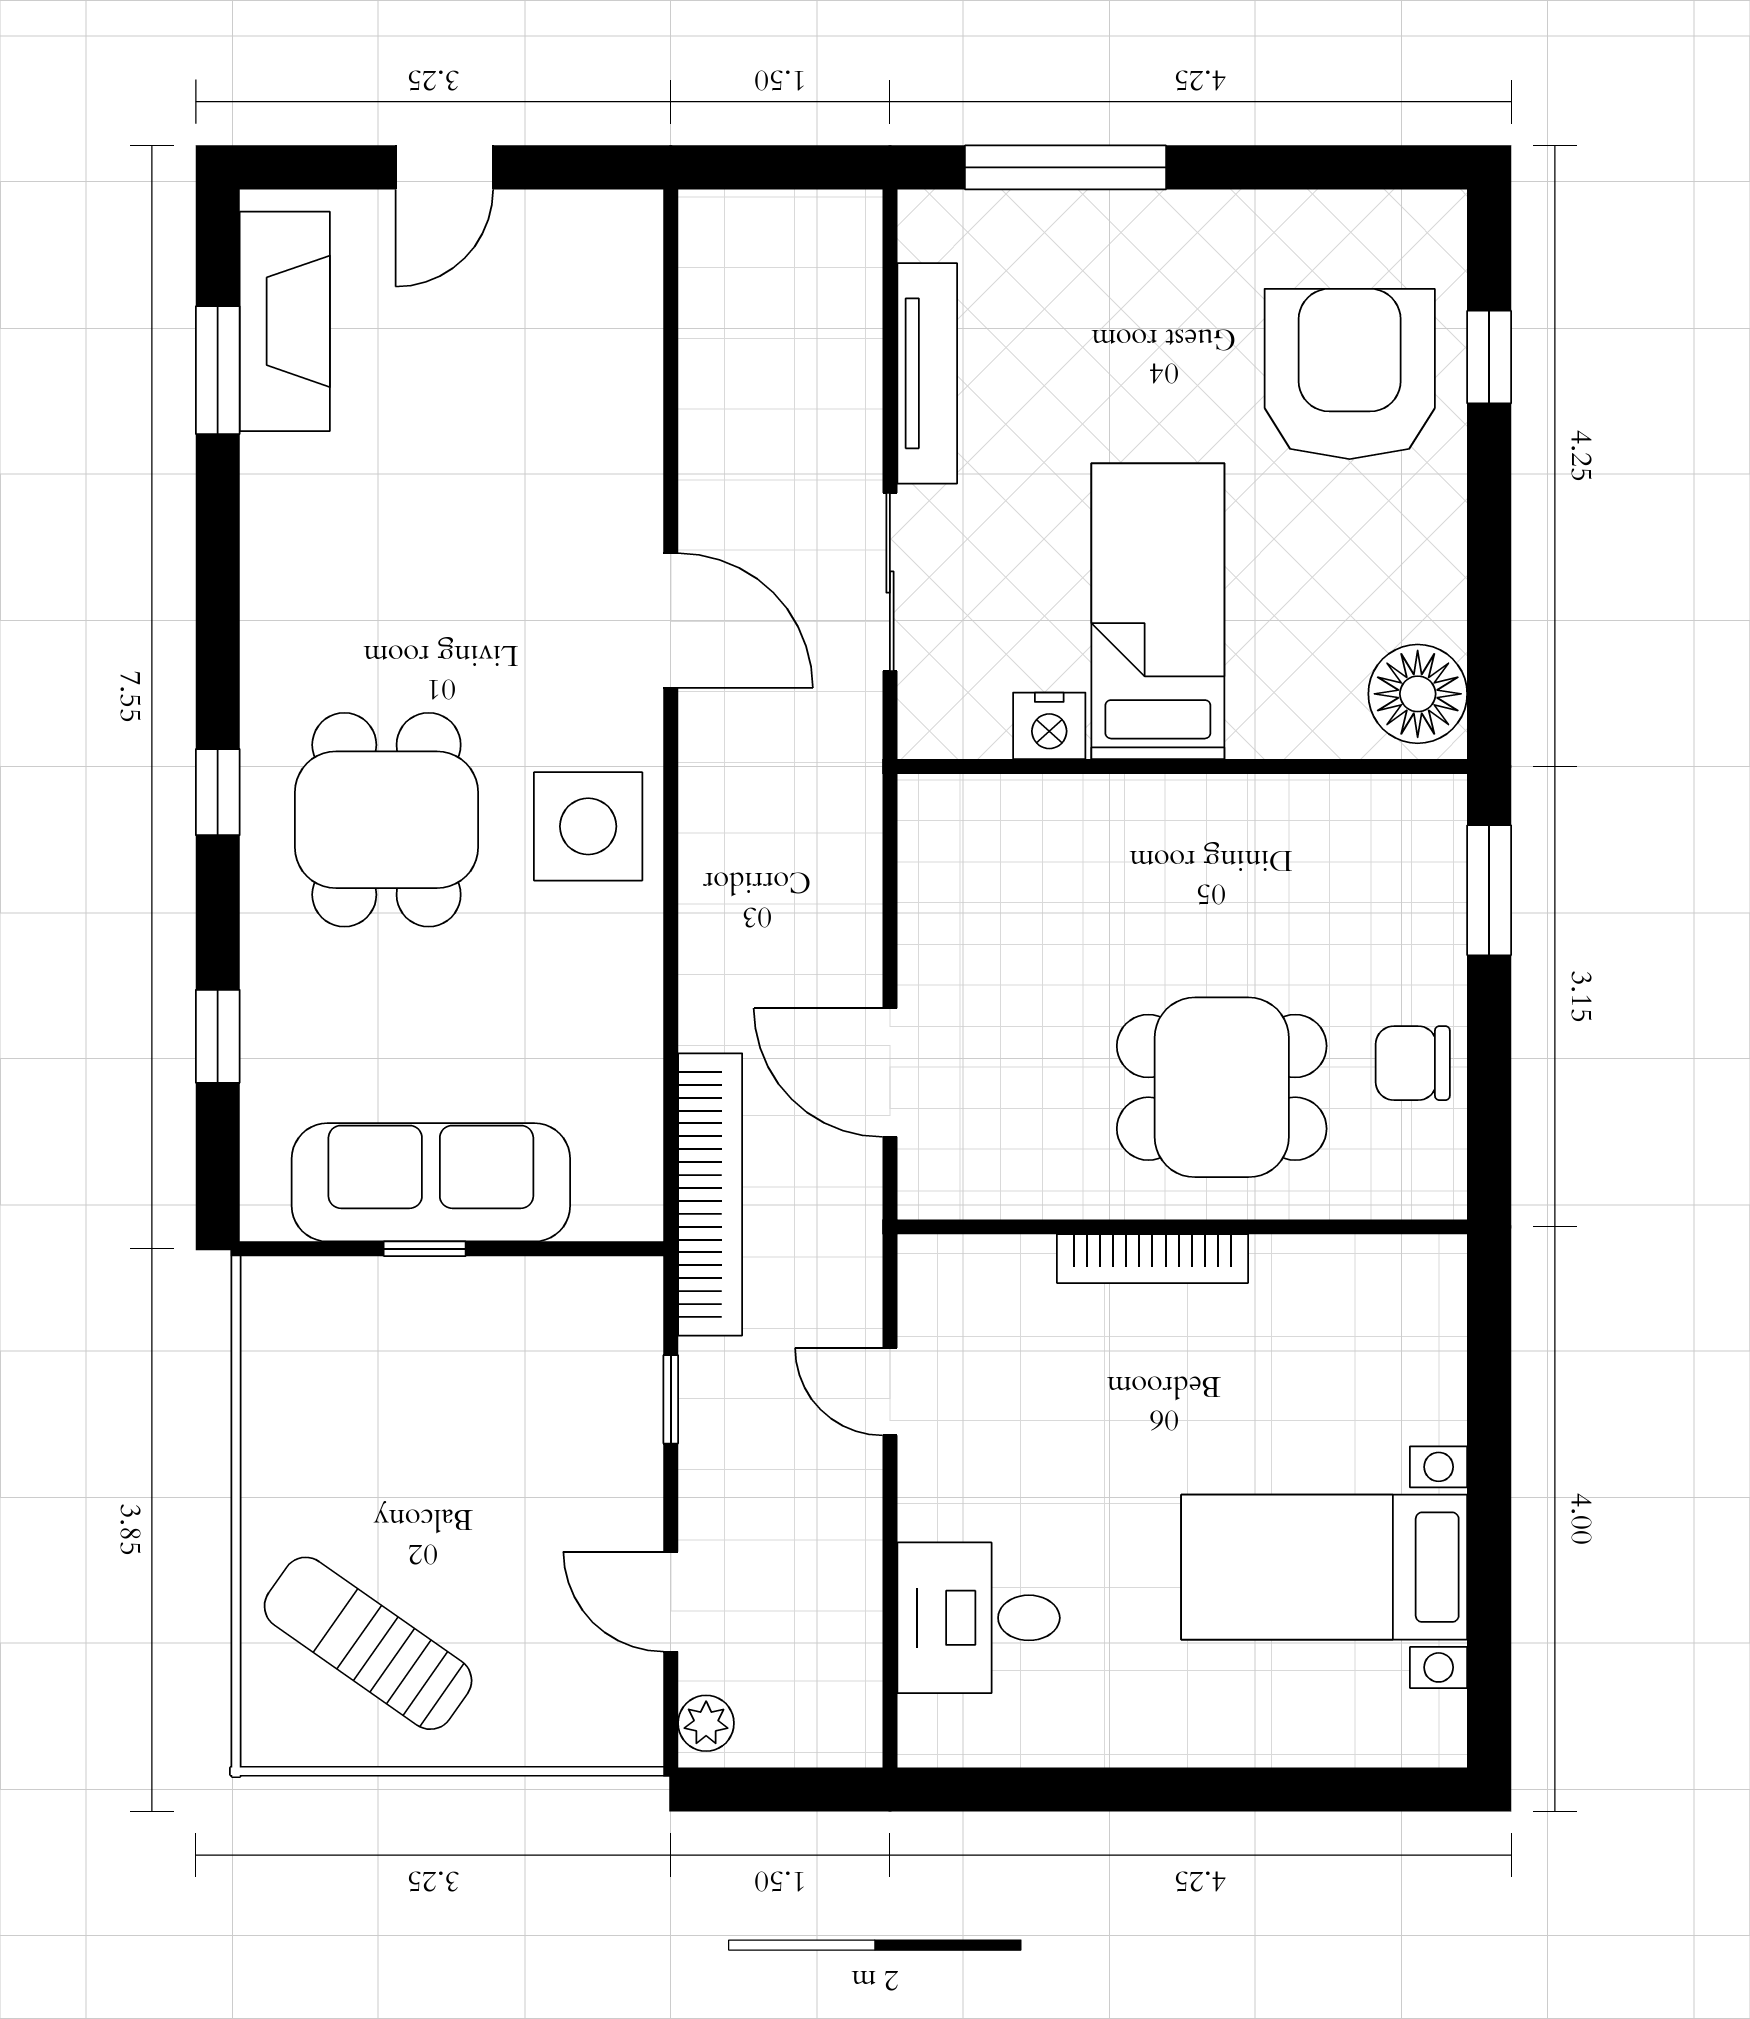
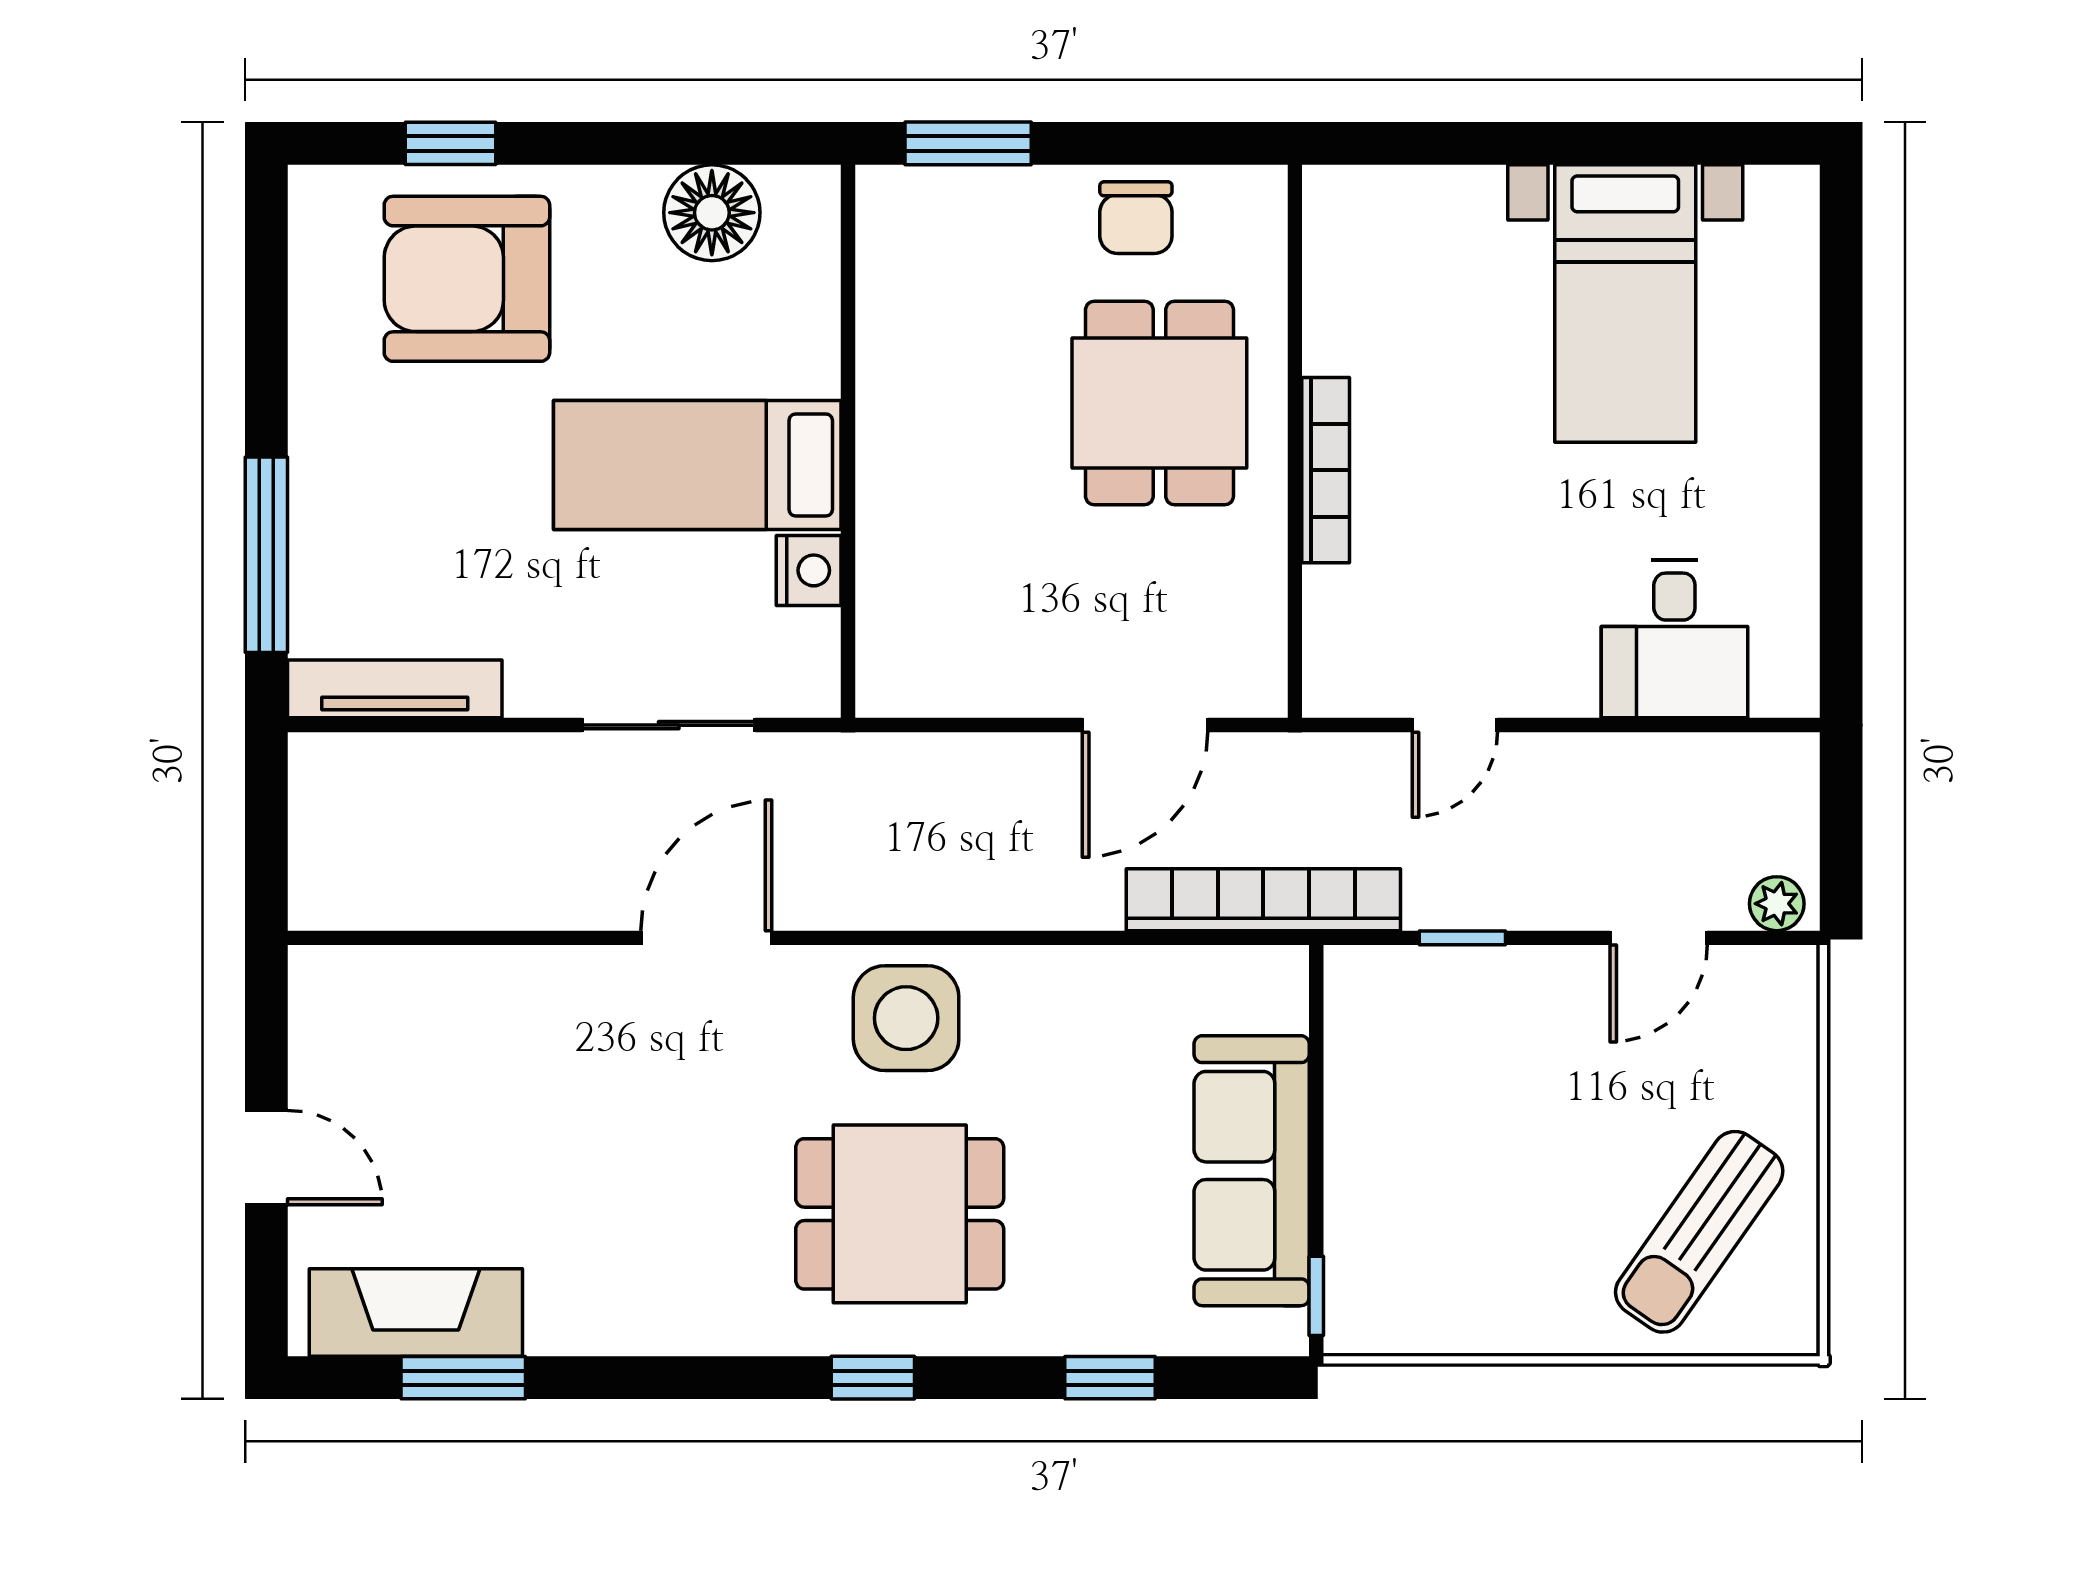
tv unit: (927, 373) -> (395, 689), moved
floor lamp: (1418, 694) -> (712, 213), moved
window: (425, 1249) -> (1316, 1296), moved

